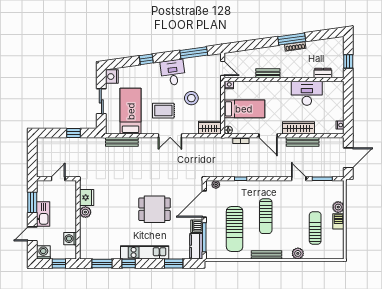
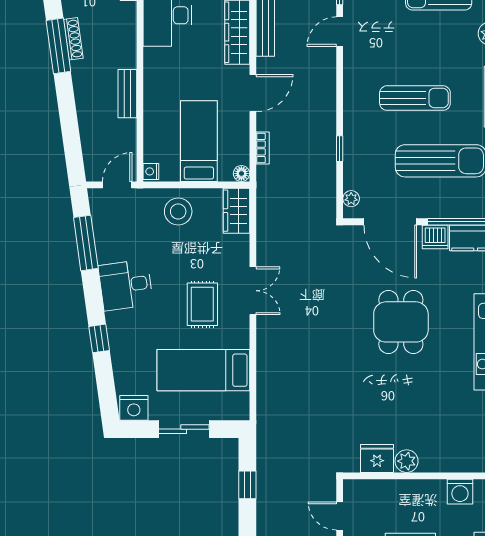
stool: (191, 98) -> (178, 211), moved
bench: (122, 142) -> (265, 387), removed

